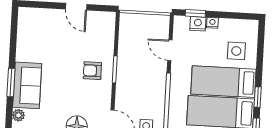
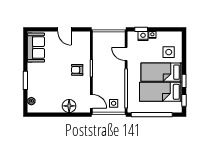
sofa: (27, 85) -> (36, 48), moved

